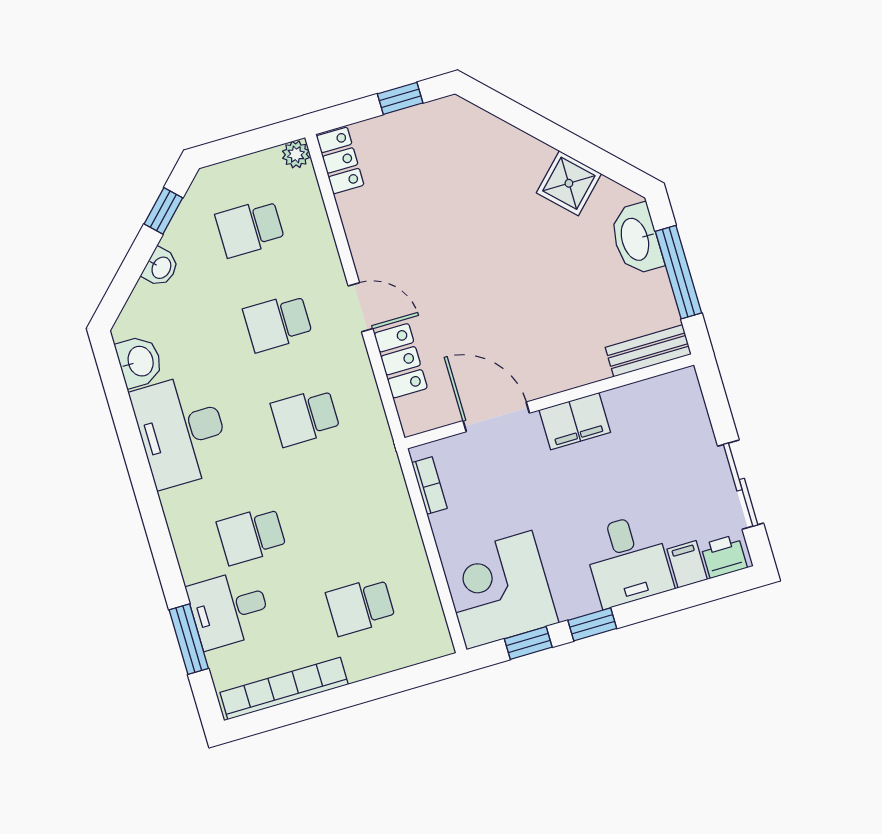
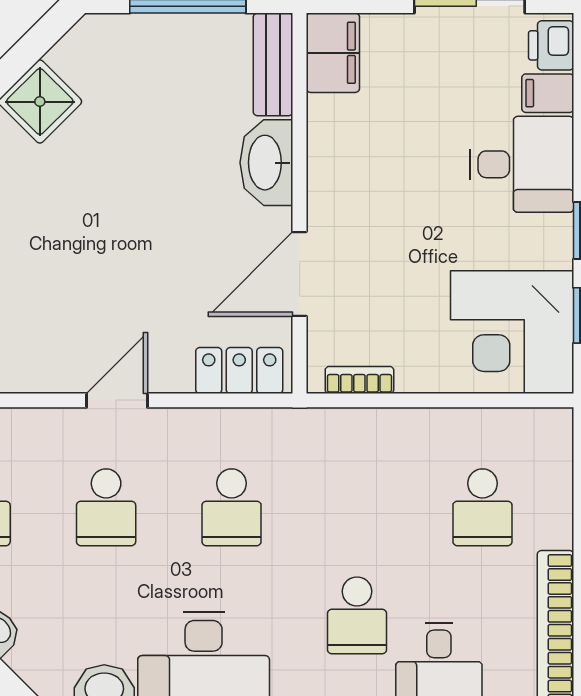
washbasin: (636, 239) -> (266, 163), moved, turned 90
locker: (401, 361) -> (239, 371), moved
filing cabinet: (575, 421) -> (333, 53), moved

